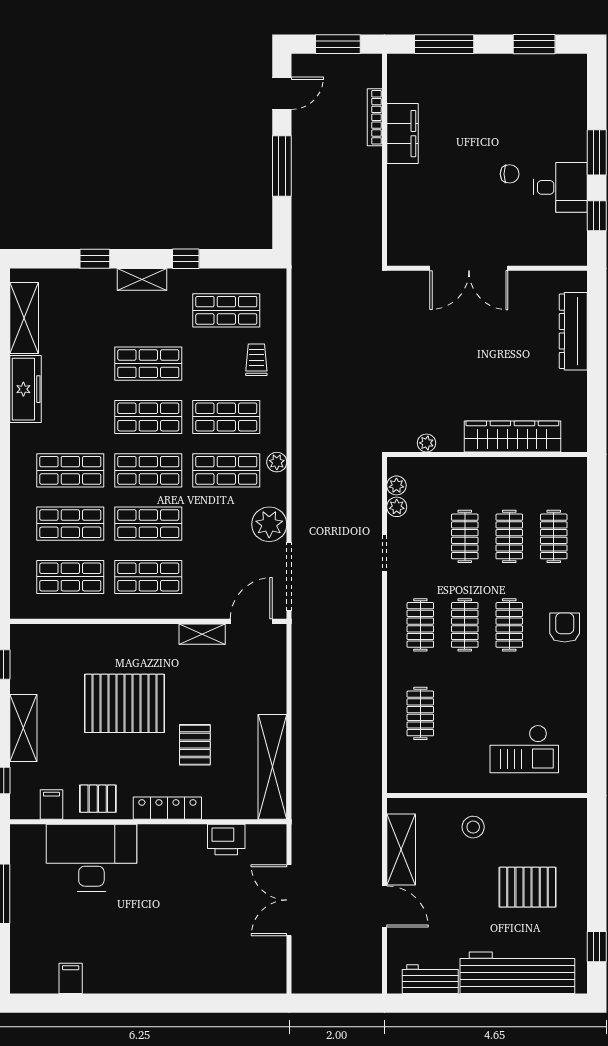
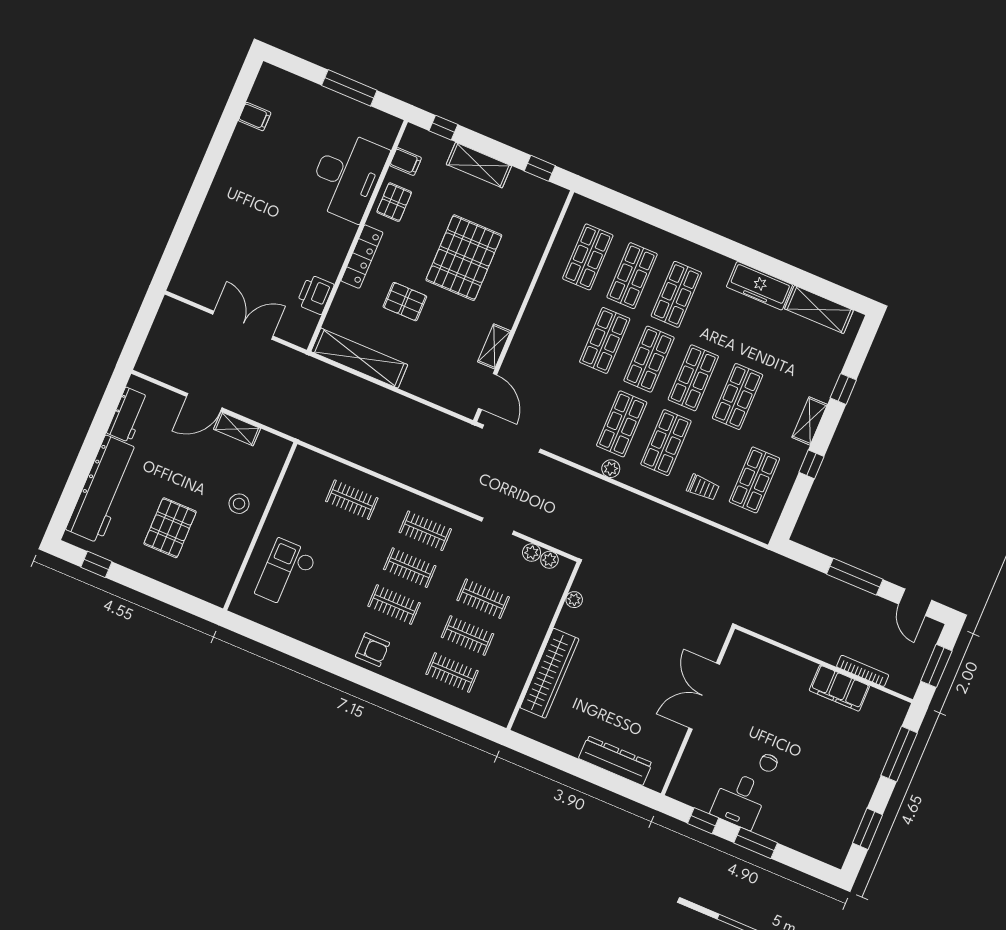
plant: (269, 524) -> (562, 441), removed
shop shelf: (148, 577) -> (560, 322), removed
shelving: (401, 849) -> (237, 429), width x0.67, depth x0.75

